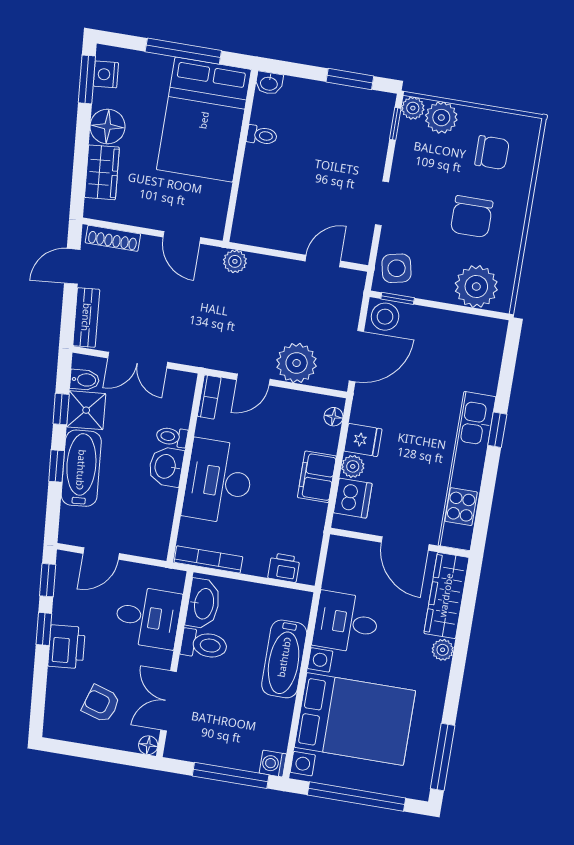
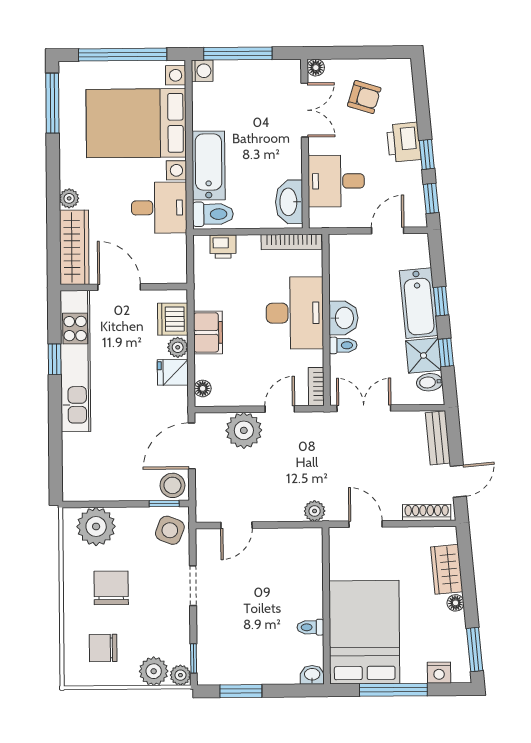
nightstand: (106, 74) -> (439, 673), moved, turned 95
floor lamp: (108, 126) -> (456, 603), width x0.53, depth x0.53
side table: (397, 268) -> (170, 530), turned 33
double door: (138, 360) -> (364, 408), moved
window: (497, 430) -> (55, 359), moved
toilet: (204, 644) -> (213, 214), moved, turned 180

